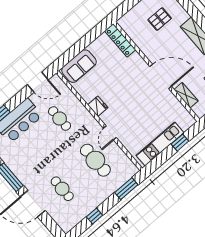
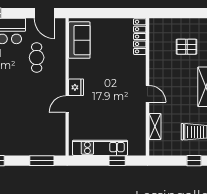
sofa: (79, 66) -> (79, 40), moved, turned -90
door: (161, 76) -> (147, 94), width x0.53
fridge: (98, 106) -> (76, 87), moved
cafe table: (95, 160) -> (37, 116), removed

